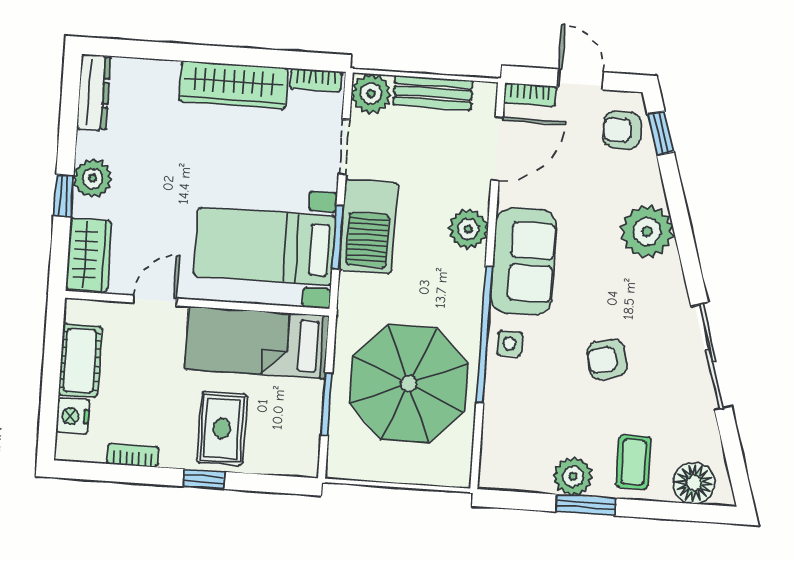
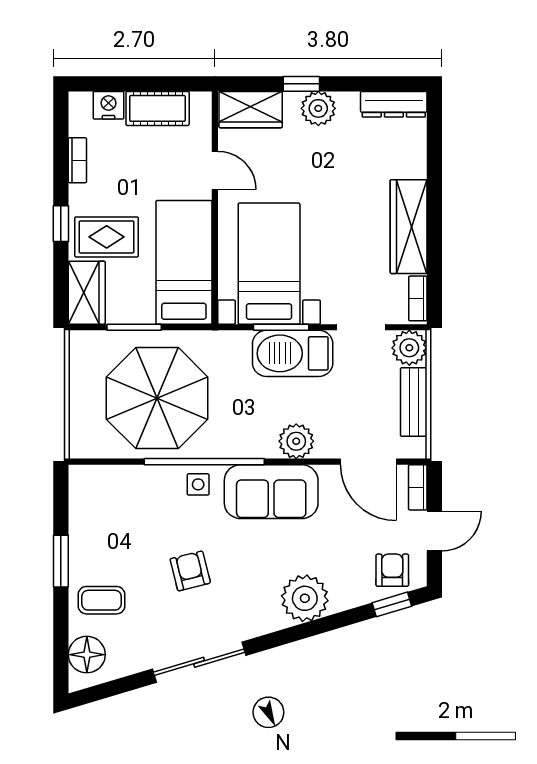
wardrobe: (284, 455) -> (87, 293), added
plant: (573, 476) -> (85, 548), removed

